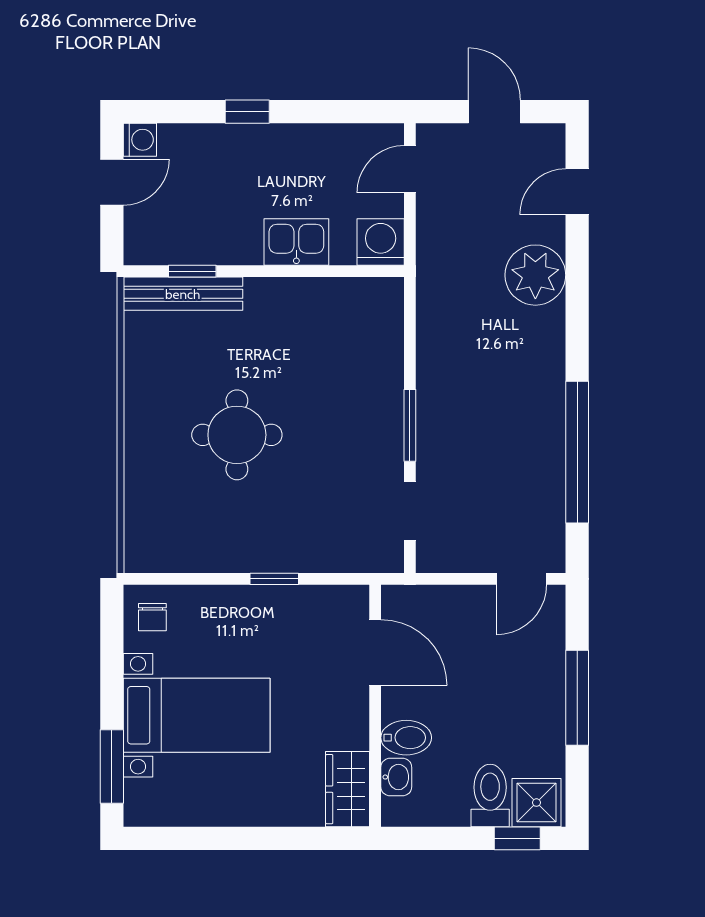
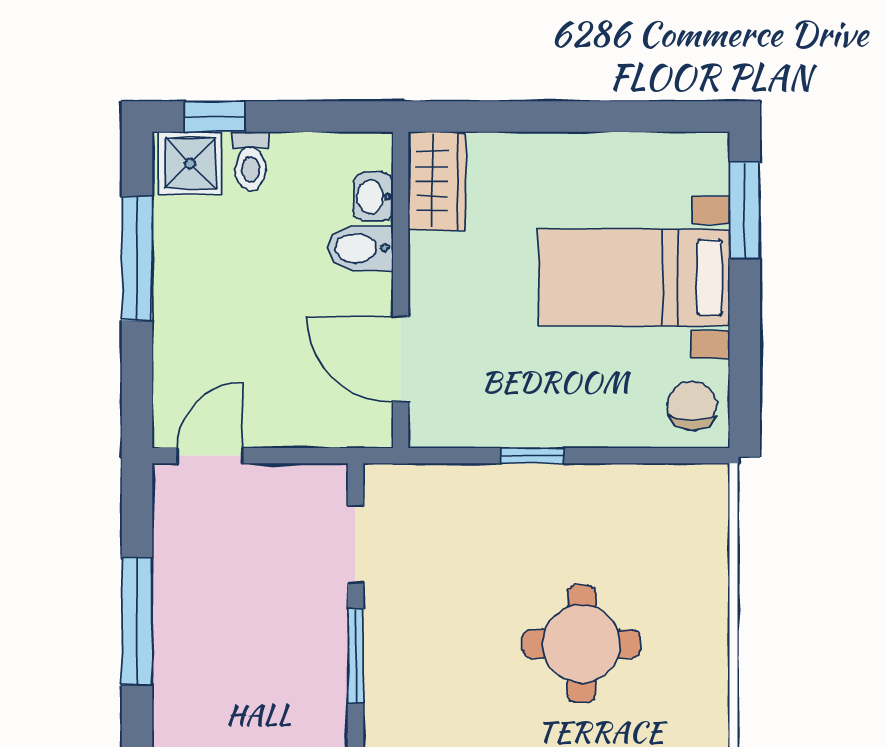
window: (577, 452) -> (137, 621), width x0.68
chair: (152, 617) -> (692, 406), width x1.37, depth x1.37
window: (577, 698) -> (137, 258), moved
toilet: (490, 795) -> (251, 161), width x0.73, depth x0.72

